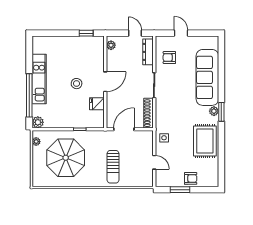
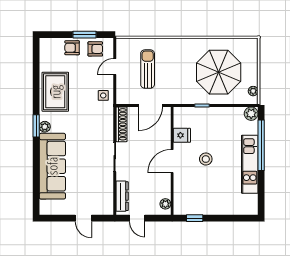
armchair: (169, 58) -> (95, 49), moved
door: (154, 162) -> (115, 67), hinge flipped
sun lounger: (113, 167) -> (148, 69), moved

